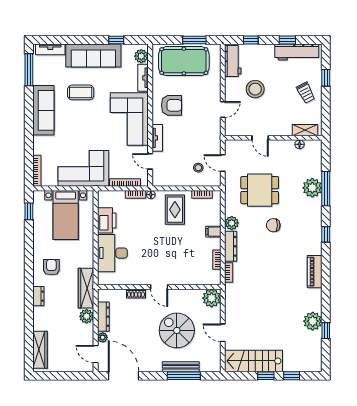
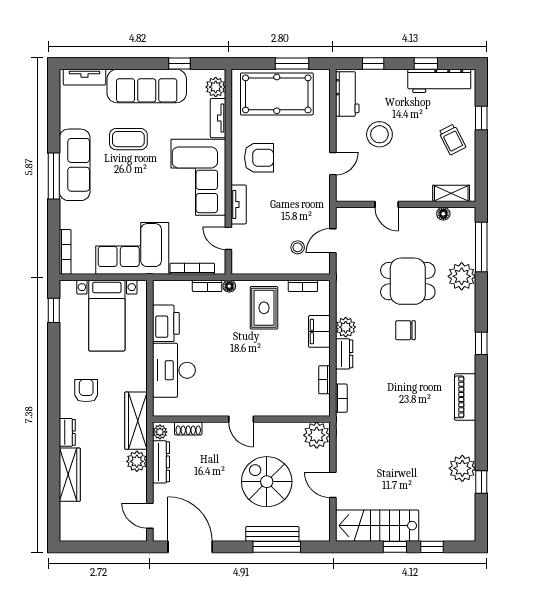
window: (29, 70) -> (54, 176), moved
door: (223, 163) -> (333, 241), hinge flipped
window: (326, 189) -> (481, 247), moved
dining table: (260, 190) -> (408, 281), moved
filing cabinet: (213, 232) -> (319, 331), width x2.00
dresser: (231, 246) -> (344, 354), width x0.70
shoe rack: (136, 293) -> (188, 428), moved
plant: (103, 337) -> (160, 432), moved
wardrobe: (40, 350) -> (70, 475), moved

